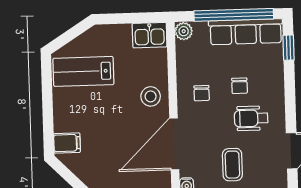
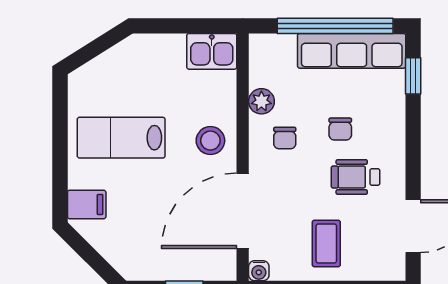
plant: (184, 31) -> (261, 101), moved
lab bench: (83, 71) -> (121, 138), moved

